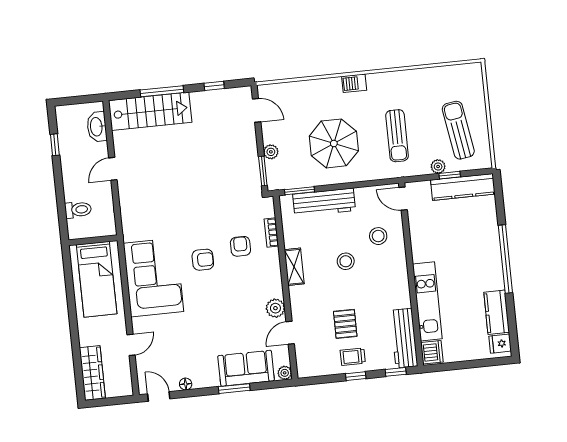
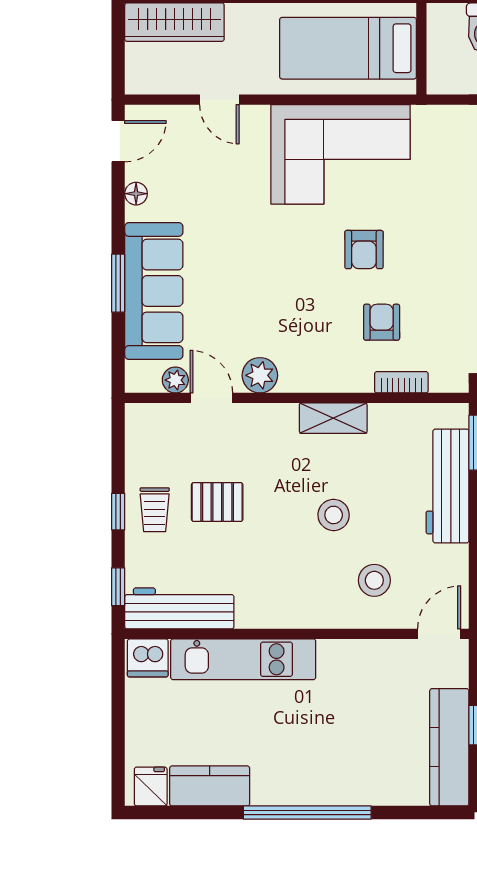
armchair: (240, 246) -> (382, 322), turned -90
trolley: (353, 357) -> (155, 510), turned 180
sofa: (246, 368) -> (154, 291), width x1.36
plant: (285, 373) -> (175, 380), moved

